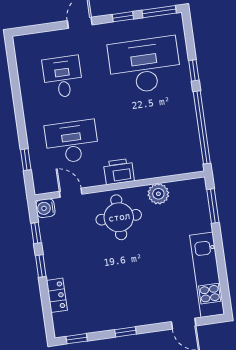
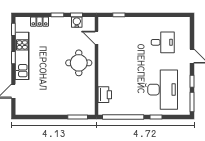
desk: (72, 142) -> (125, 42), removed
printer: (119, 171) -> (105, 95), moved
door: (71, 193) -> (96, 38), swing flipped
plant: (158, 194) -> (89, 87), removed
water cooler: (45, 208) -> (77, 22), moved
kitchen unit: (207, 275) -> (22, 56), moved, turned 90

